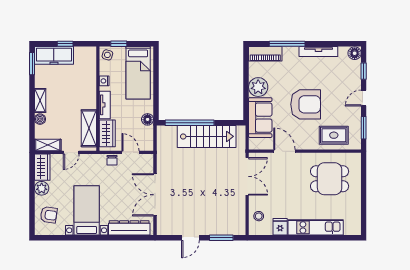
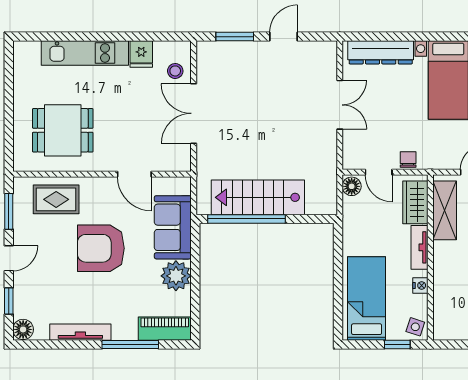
floor lamp: (148, 119) -> (352, 186), moved
window: (190, 123) -> (247, 219), moved
double door: (247, 176) -> (194, 113), moved
double door: (155, 195) -> (340, 105), width x0.73

